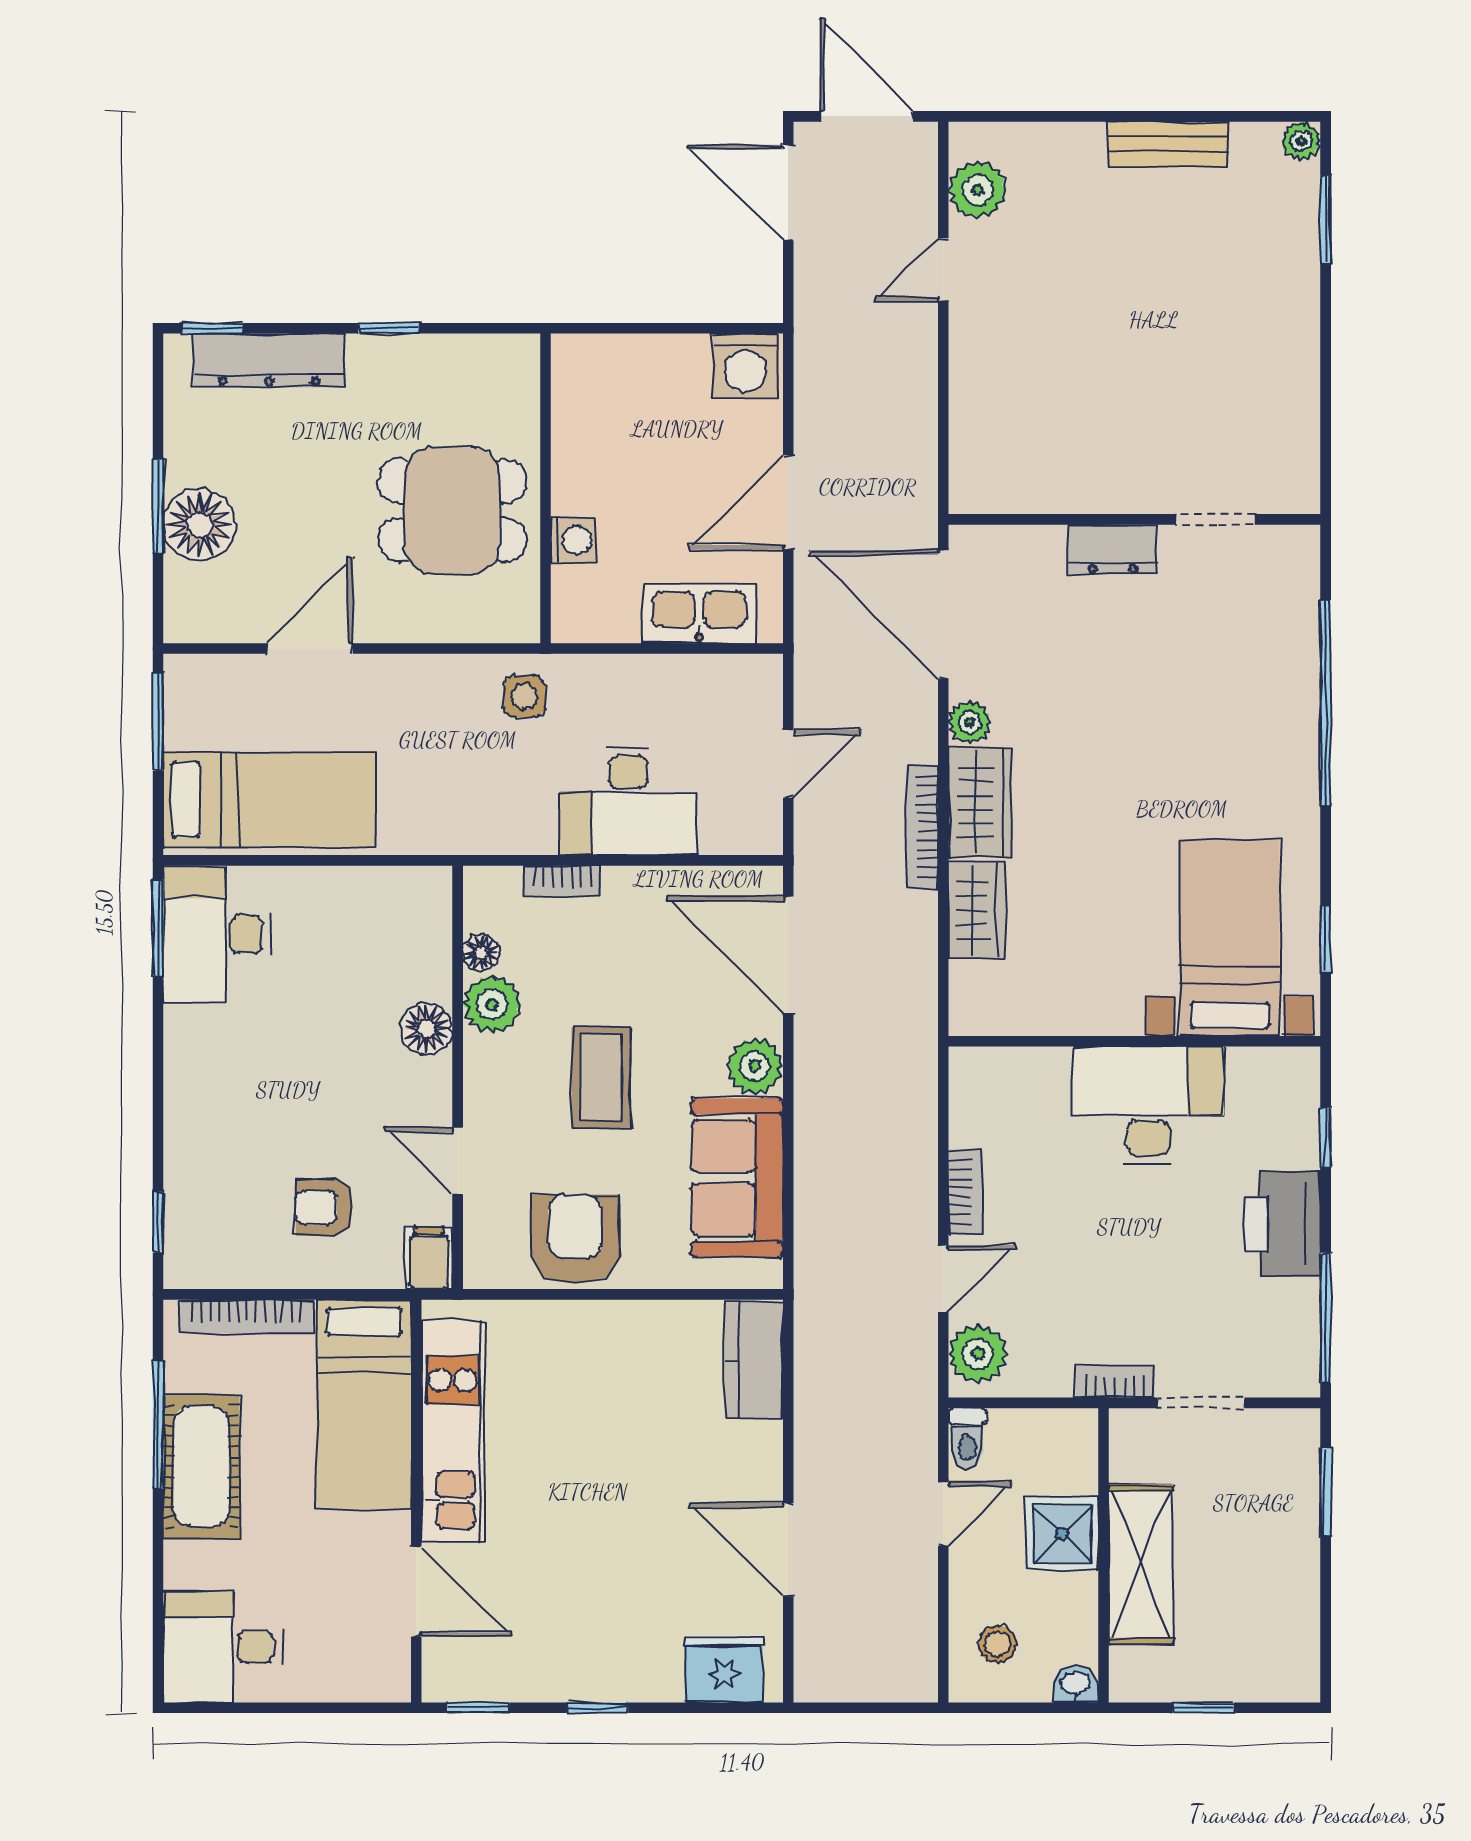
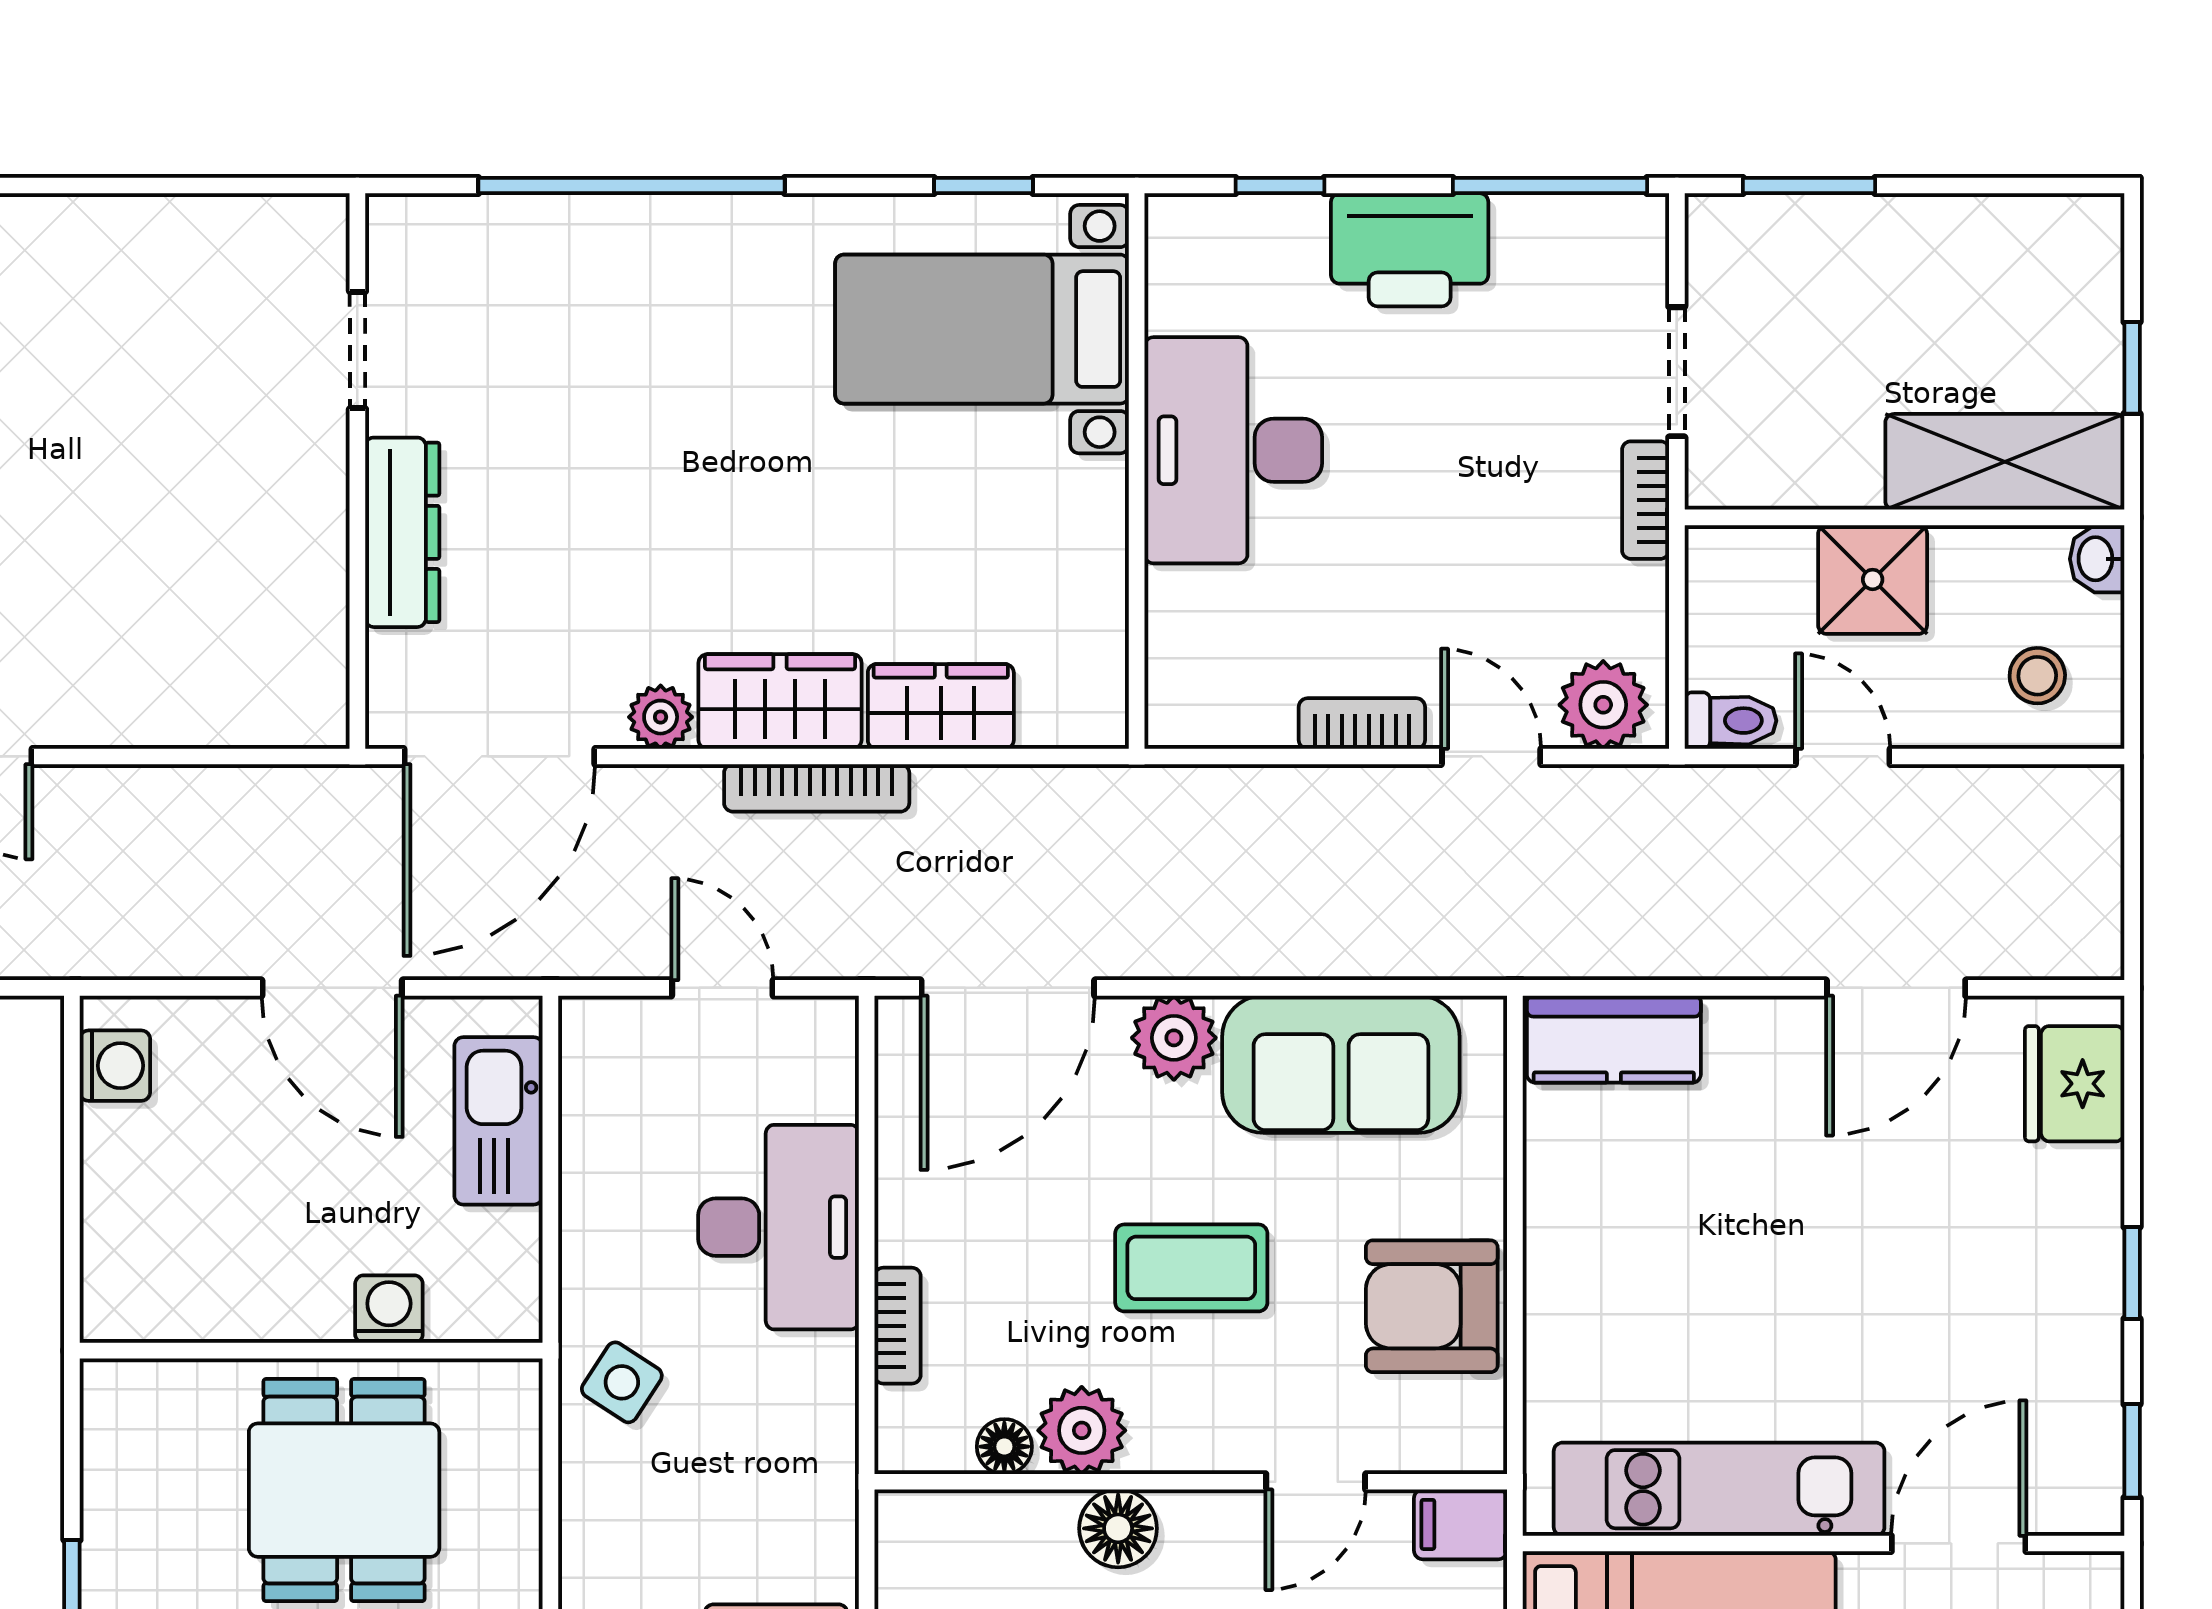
washing machine: (745, 366) -> (115, 1066), width x0.73, depth x0.73
dresser: (1113, 549) -> (402, 532), width x1.44
side table: (524, 696) -> (622, 1382), turned 33
shelving: (1141, 1564) -> (2005, 462), moved

